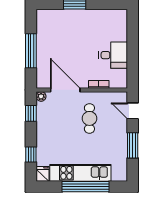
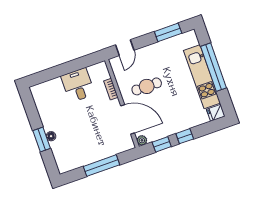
floor lamp: (75, 14) -> (51, 136), added
door: (65, 90) -> (128, 119), swing flipped
window: (133, 145) -> (168, 32), moved
window: (31, 155) -> (185, 136), moved

